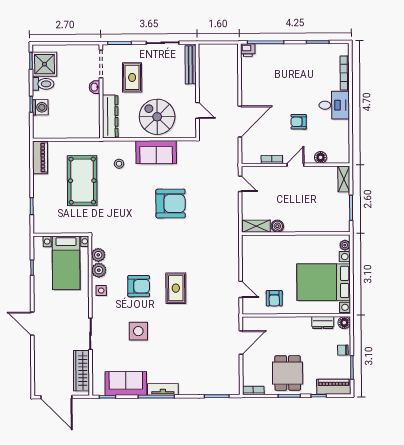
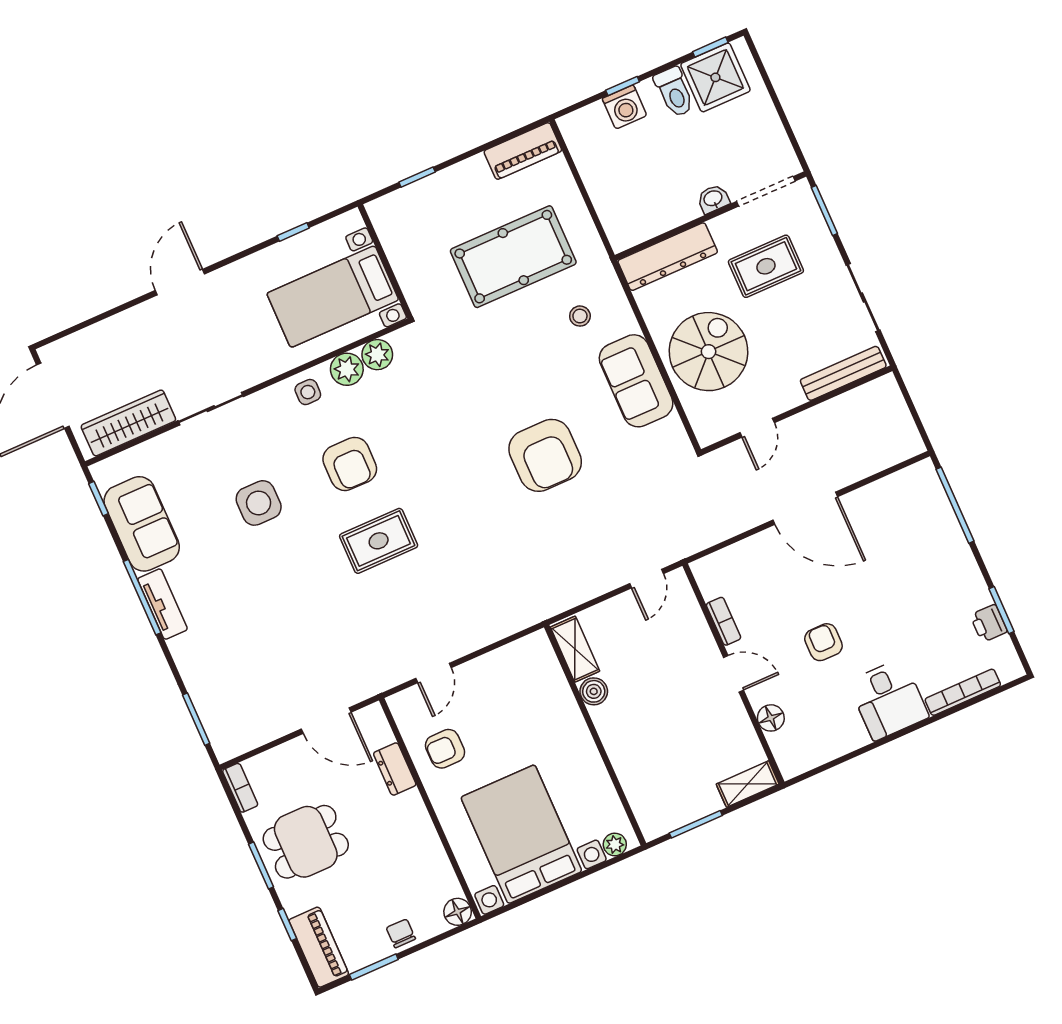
printer: (248, 50) -> (989, 623), moved
door: (240, 122) -> (805, 508), moved
dresser: (323, 323) -> (395, 769), moved

